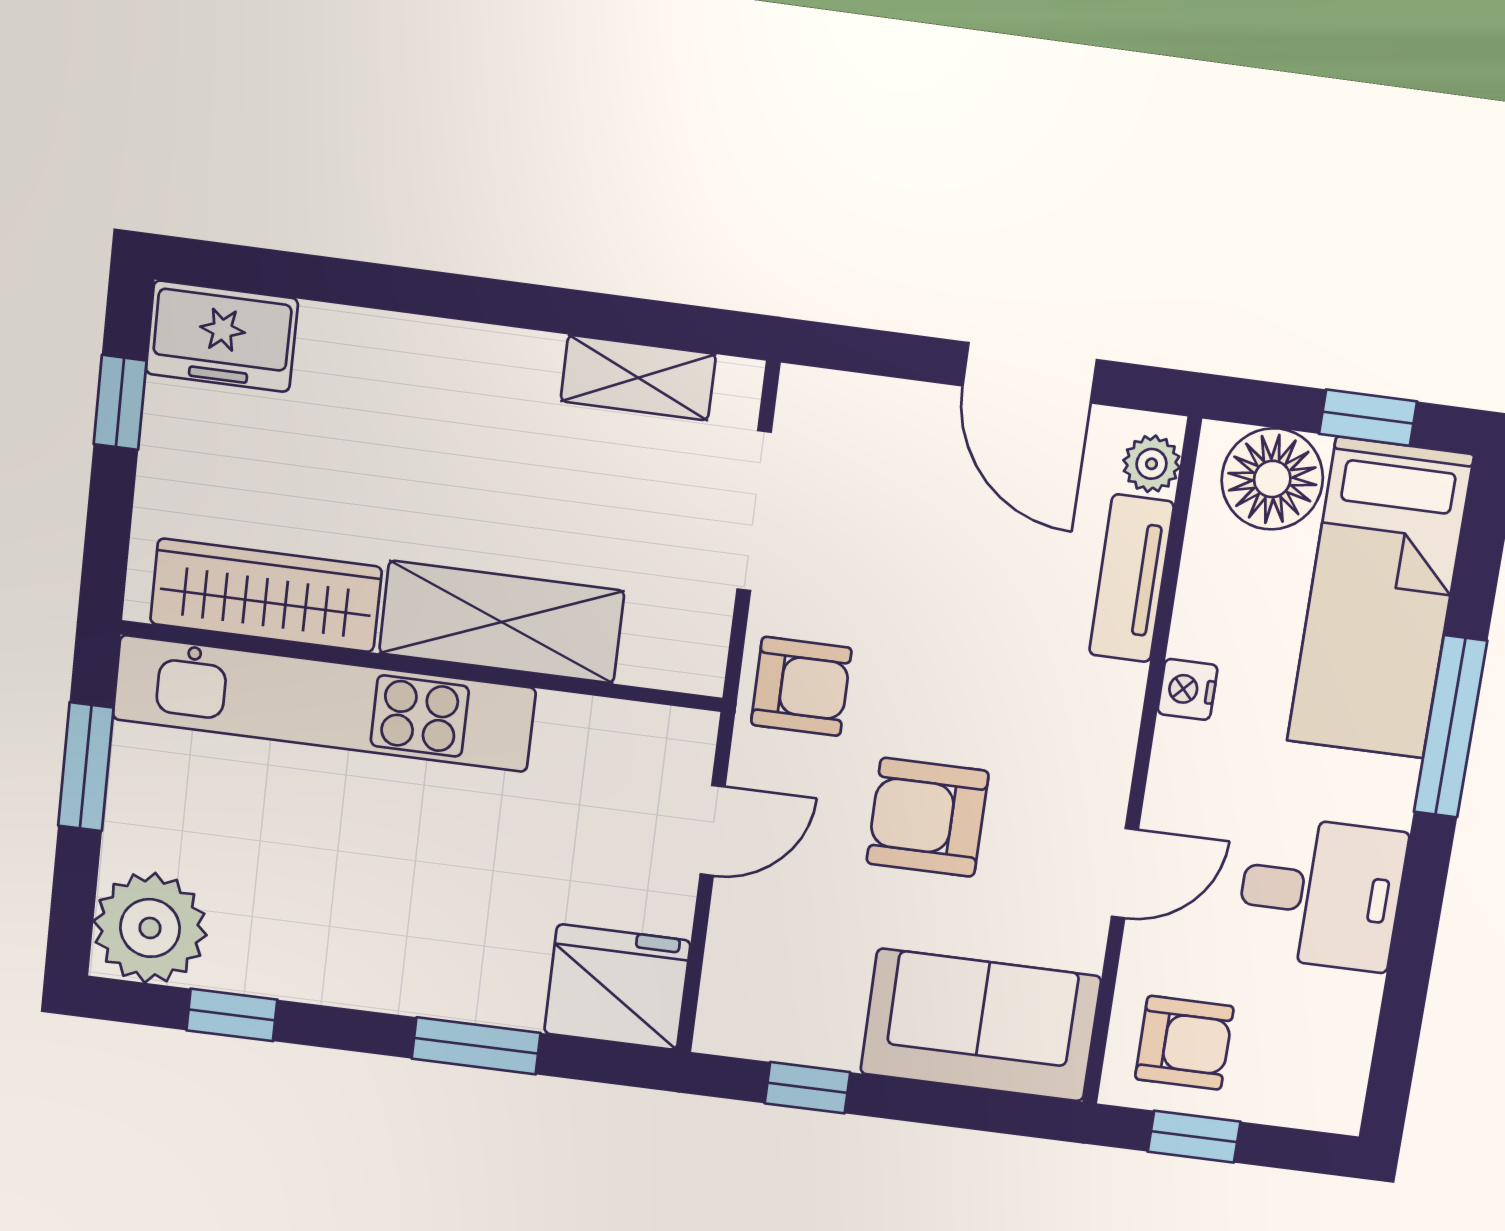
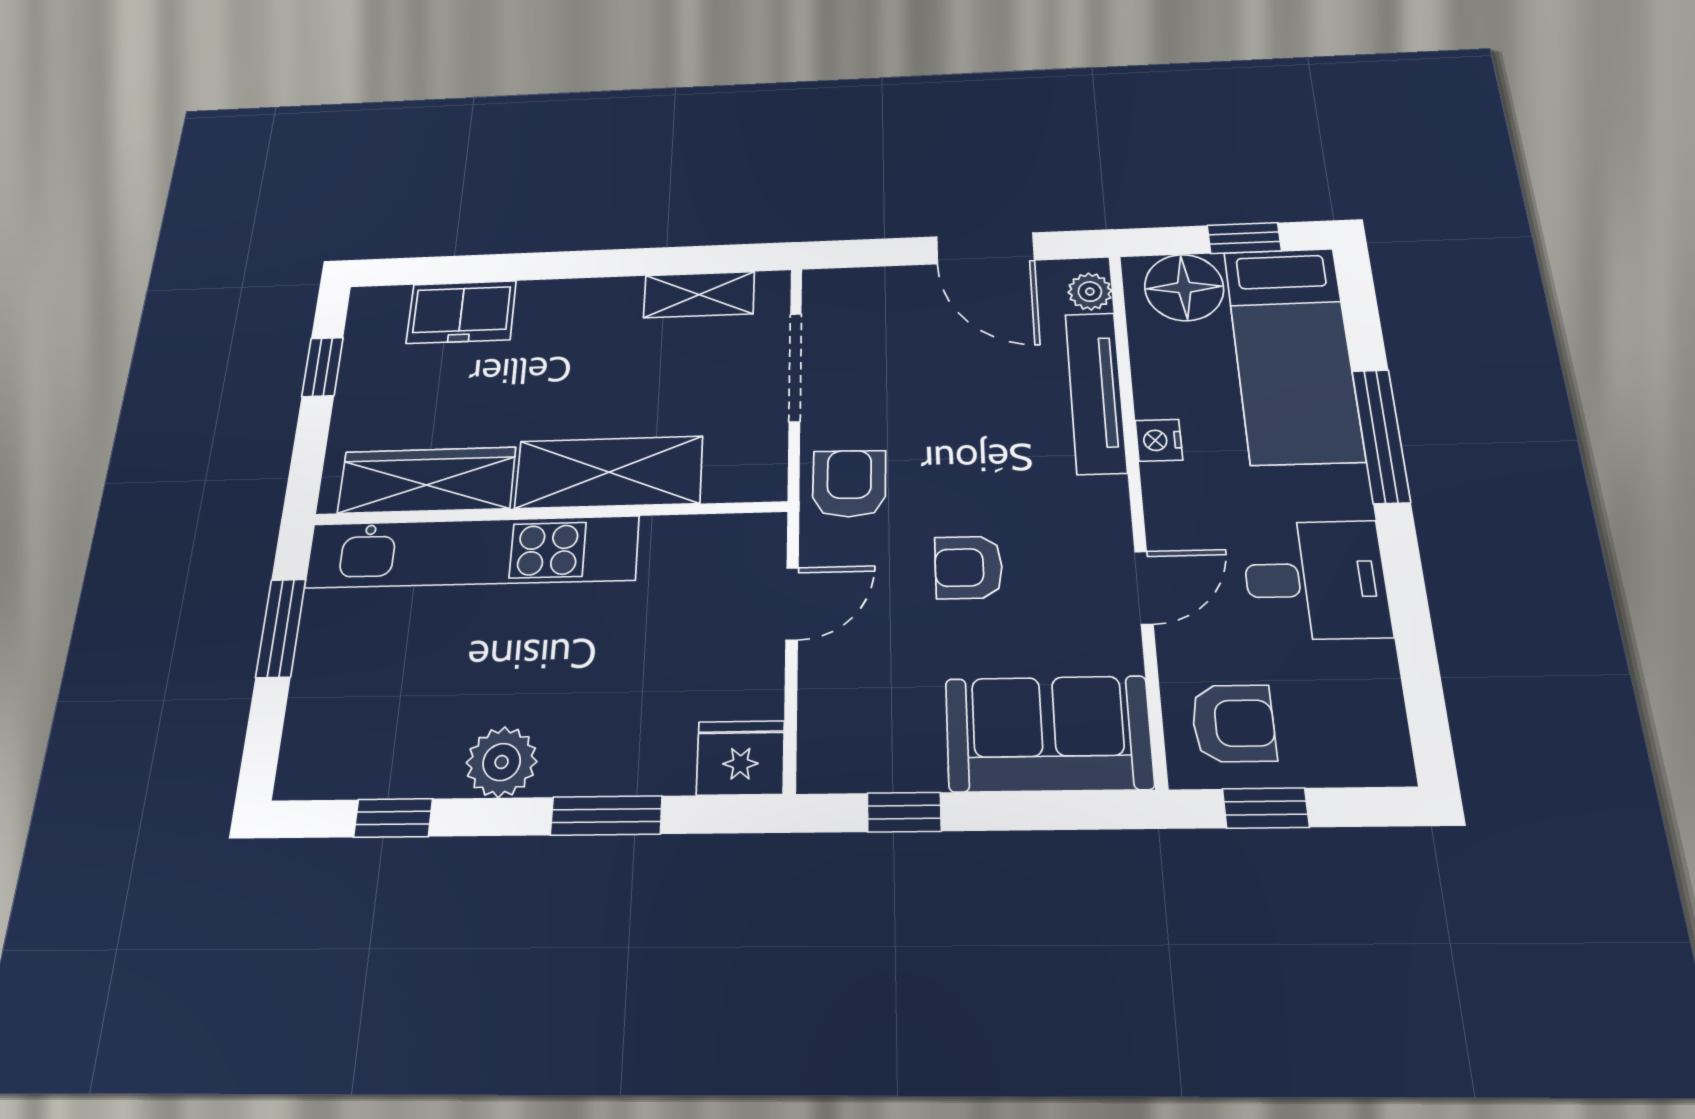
freezer: (222, 336) -> (461, 312), moved
tv unit: (1131, 578) -> (1096, 392), width x1.41
armchair: (801, 686) -> (849, 484), turned -89
armchair: (928, 817) -> (969, 567), width x0.72, depth x0.72
plant: (150, 928) -> (502, 762), moved, width x0.73, depth x0.73
fridge: (617, 987) -> (741, 758), width x0.73, depth x0.75

